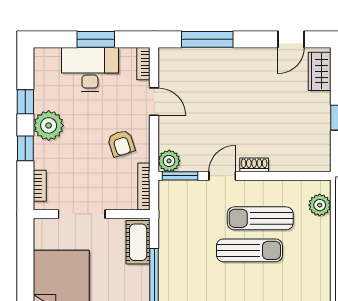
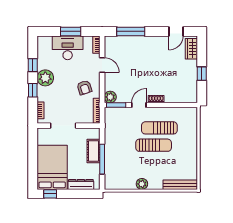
plant: (320, 205) -> (191, 121), removed
cot: (138, 242) -> (94, 151), moved

